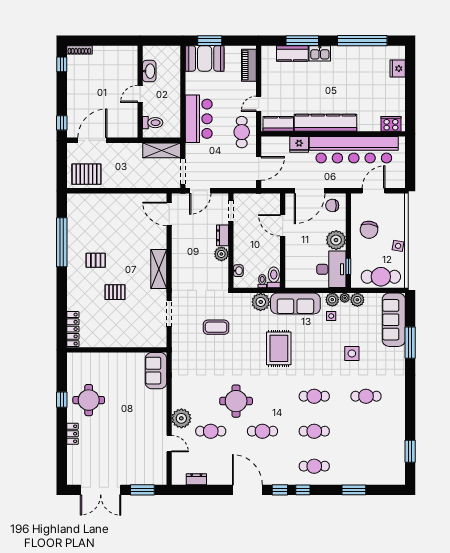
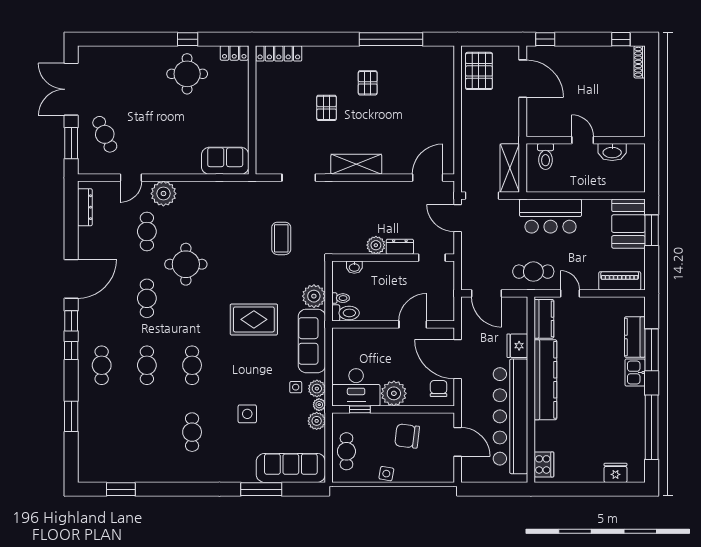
cafe table: (381, 277) -> (346, 451), width x0.73, depth x0.74
locker: (73, 434) -> (234, 53), moved
cafe table: (136, 464) -> (105, 134), added
dresser: (196, 479) -> (85, 207), width x1.44

